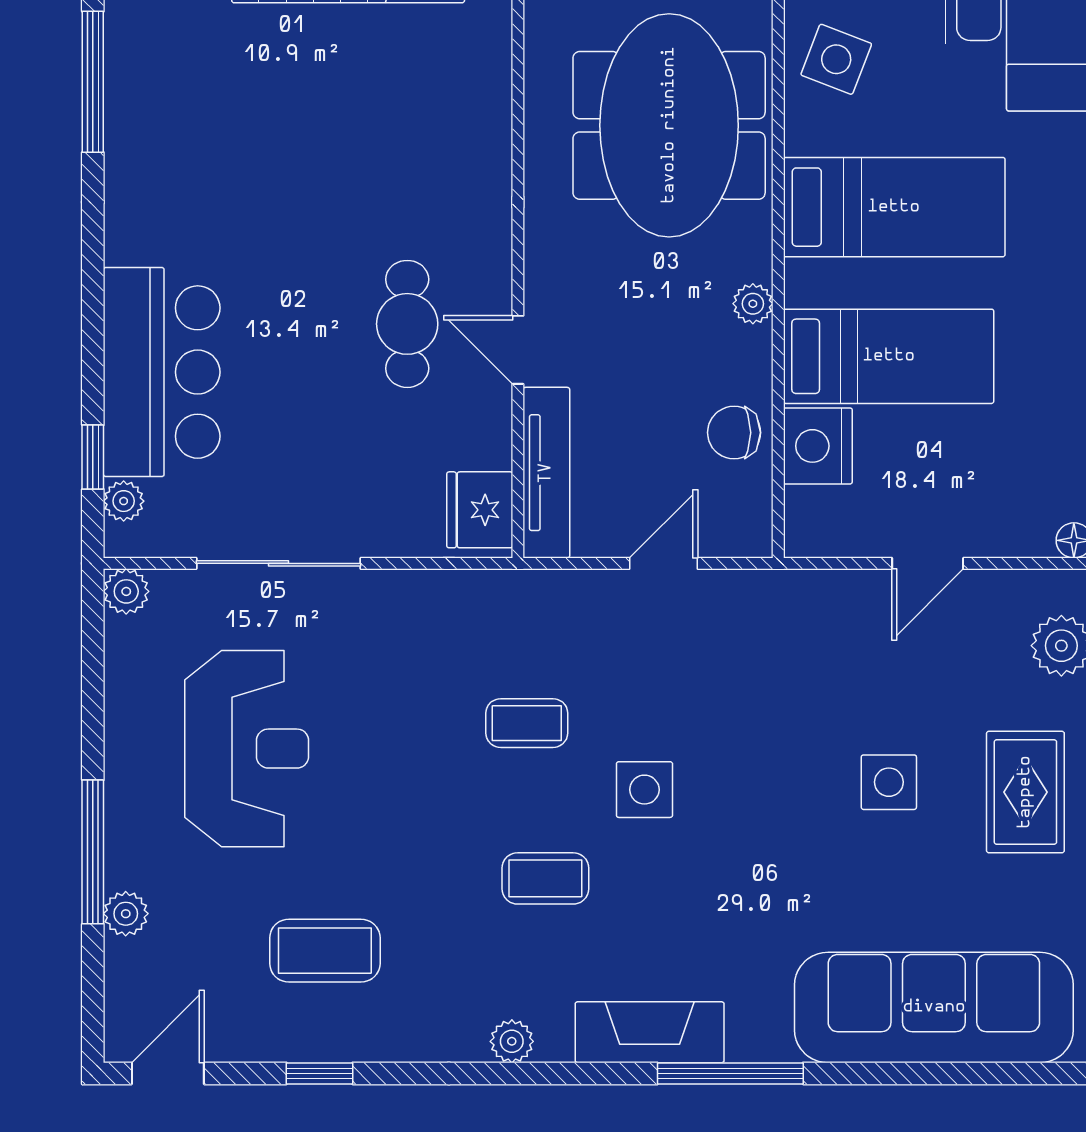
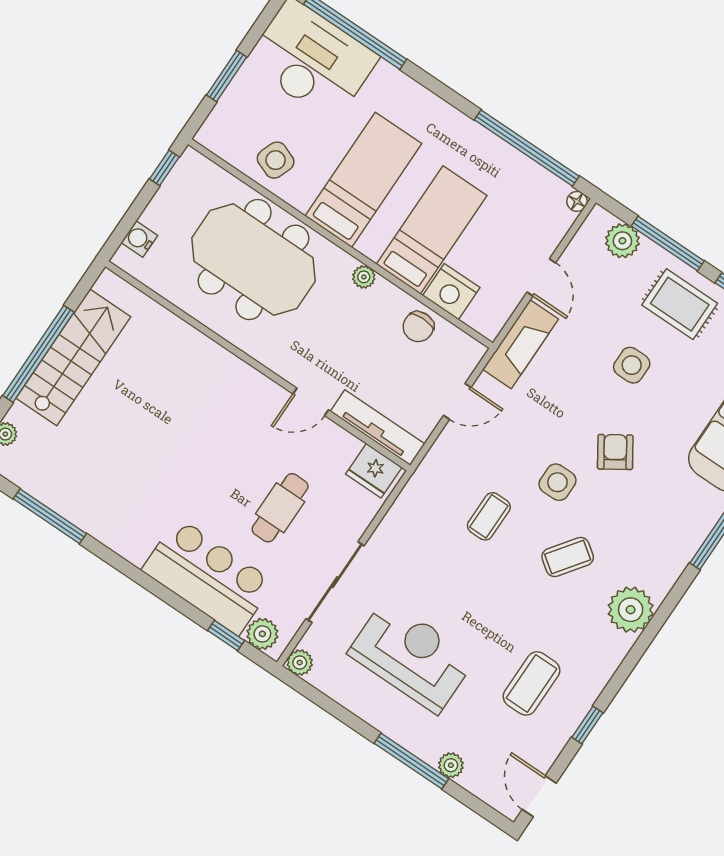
cafe table: (407, 324) -> (280, 508), moved, turned 90
plant: (124, 501) -> (262, 634), width x1.38, depth x1.38
door: (664, 563) -> (457, 401), swing flipped
armchair: (746, 844) -> (615, 452), added
coffee table: (545, 878) -> (568, 557), turned 36
fireplace: (650, 1032) -> (521, 344), moved, turned 180
plant: (512, 1041) -> (631, 610), width x1.87, depth x1.87

